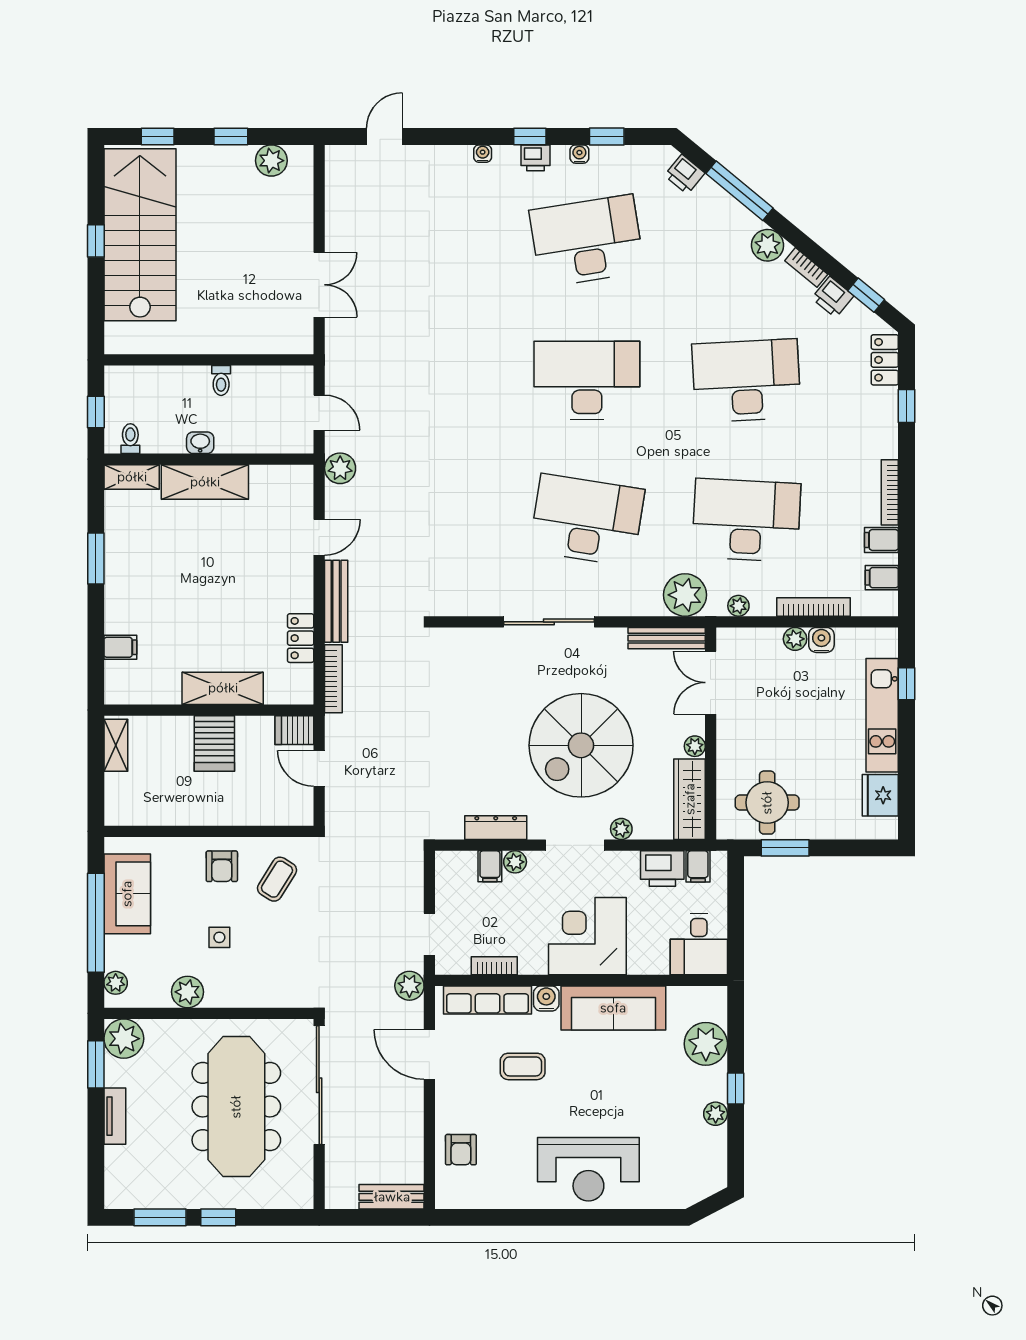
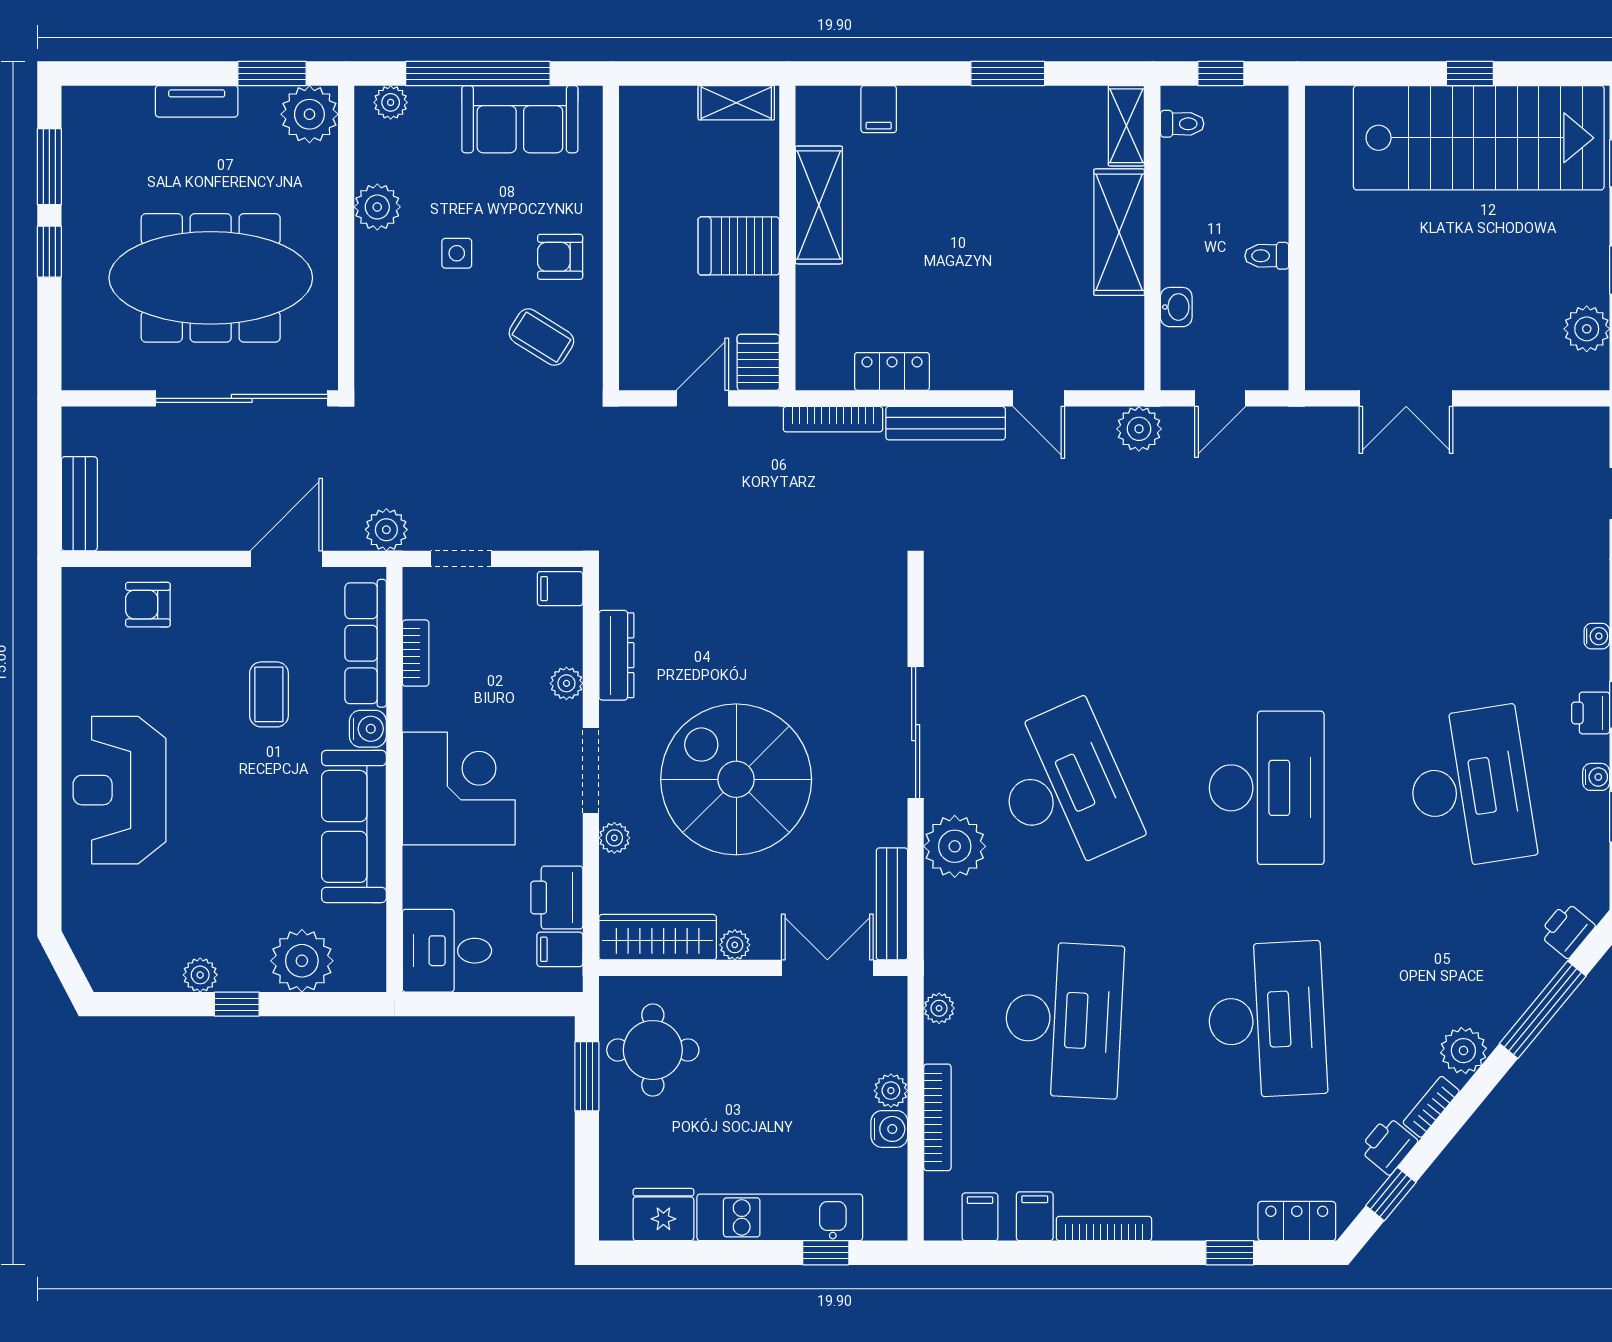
washbasin: (200, 443) -> (1176, 307), moved
desk: (587, 520) -> (1064, 788), turned -33
plant: (685, 595) -> (955, 846), moved
shelving: (223, 688) -> (819, 205), moved
filing cabinet: (490, 866) -> (560, 589), moved

